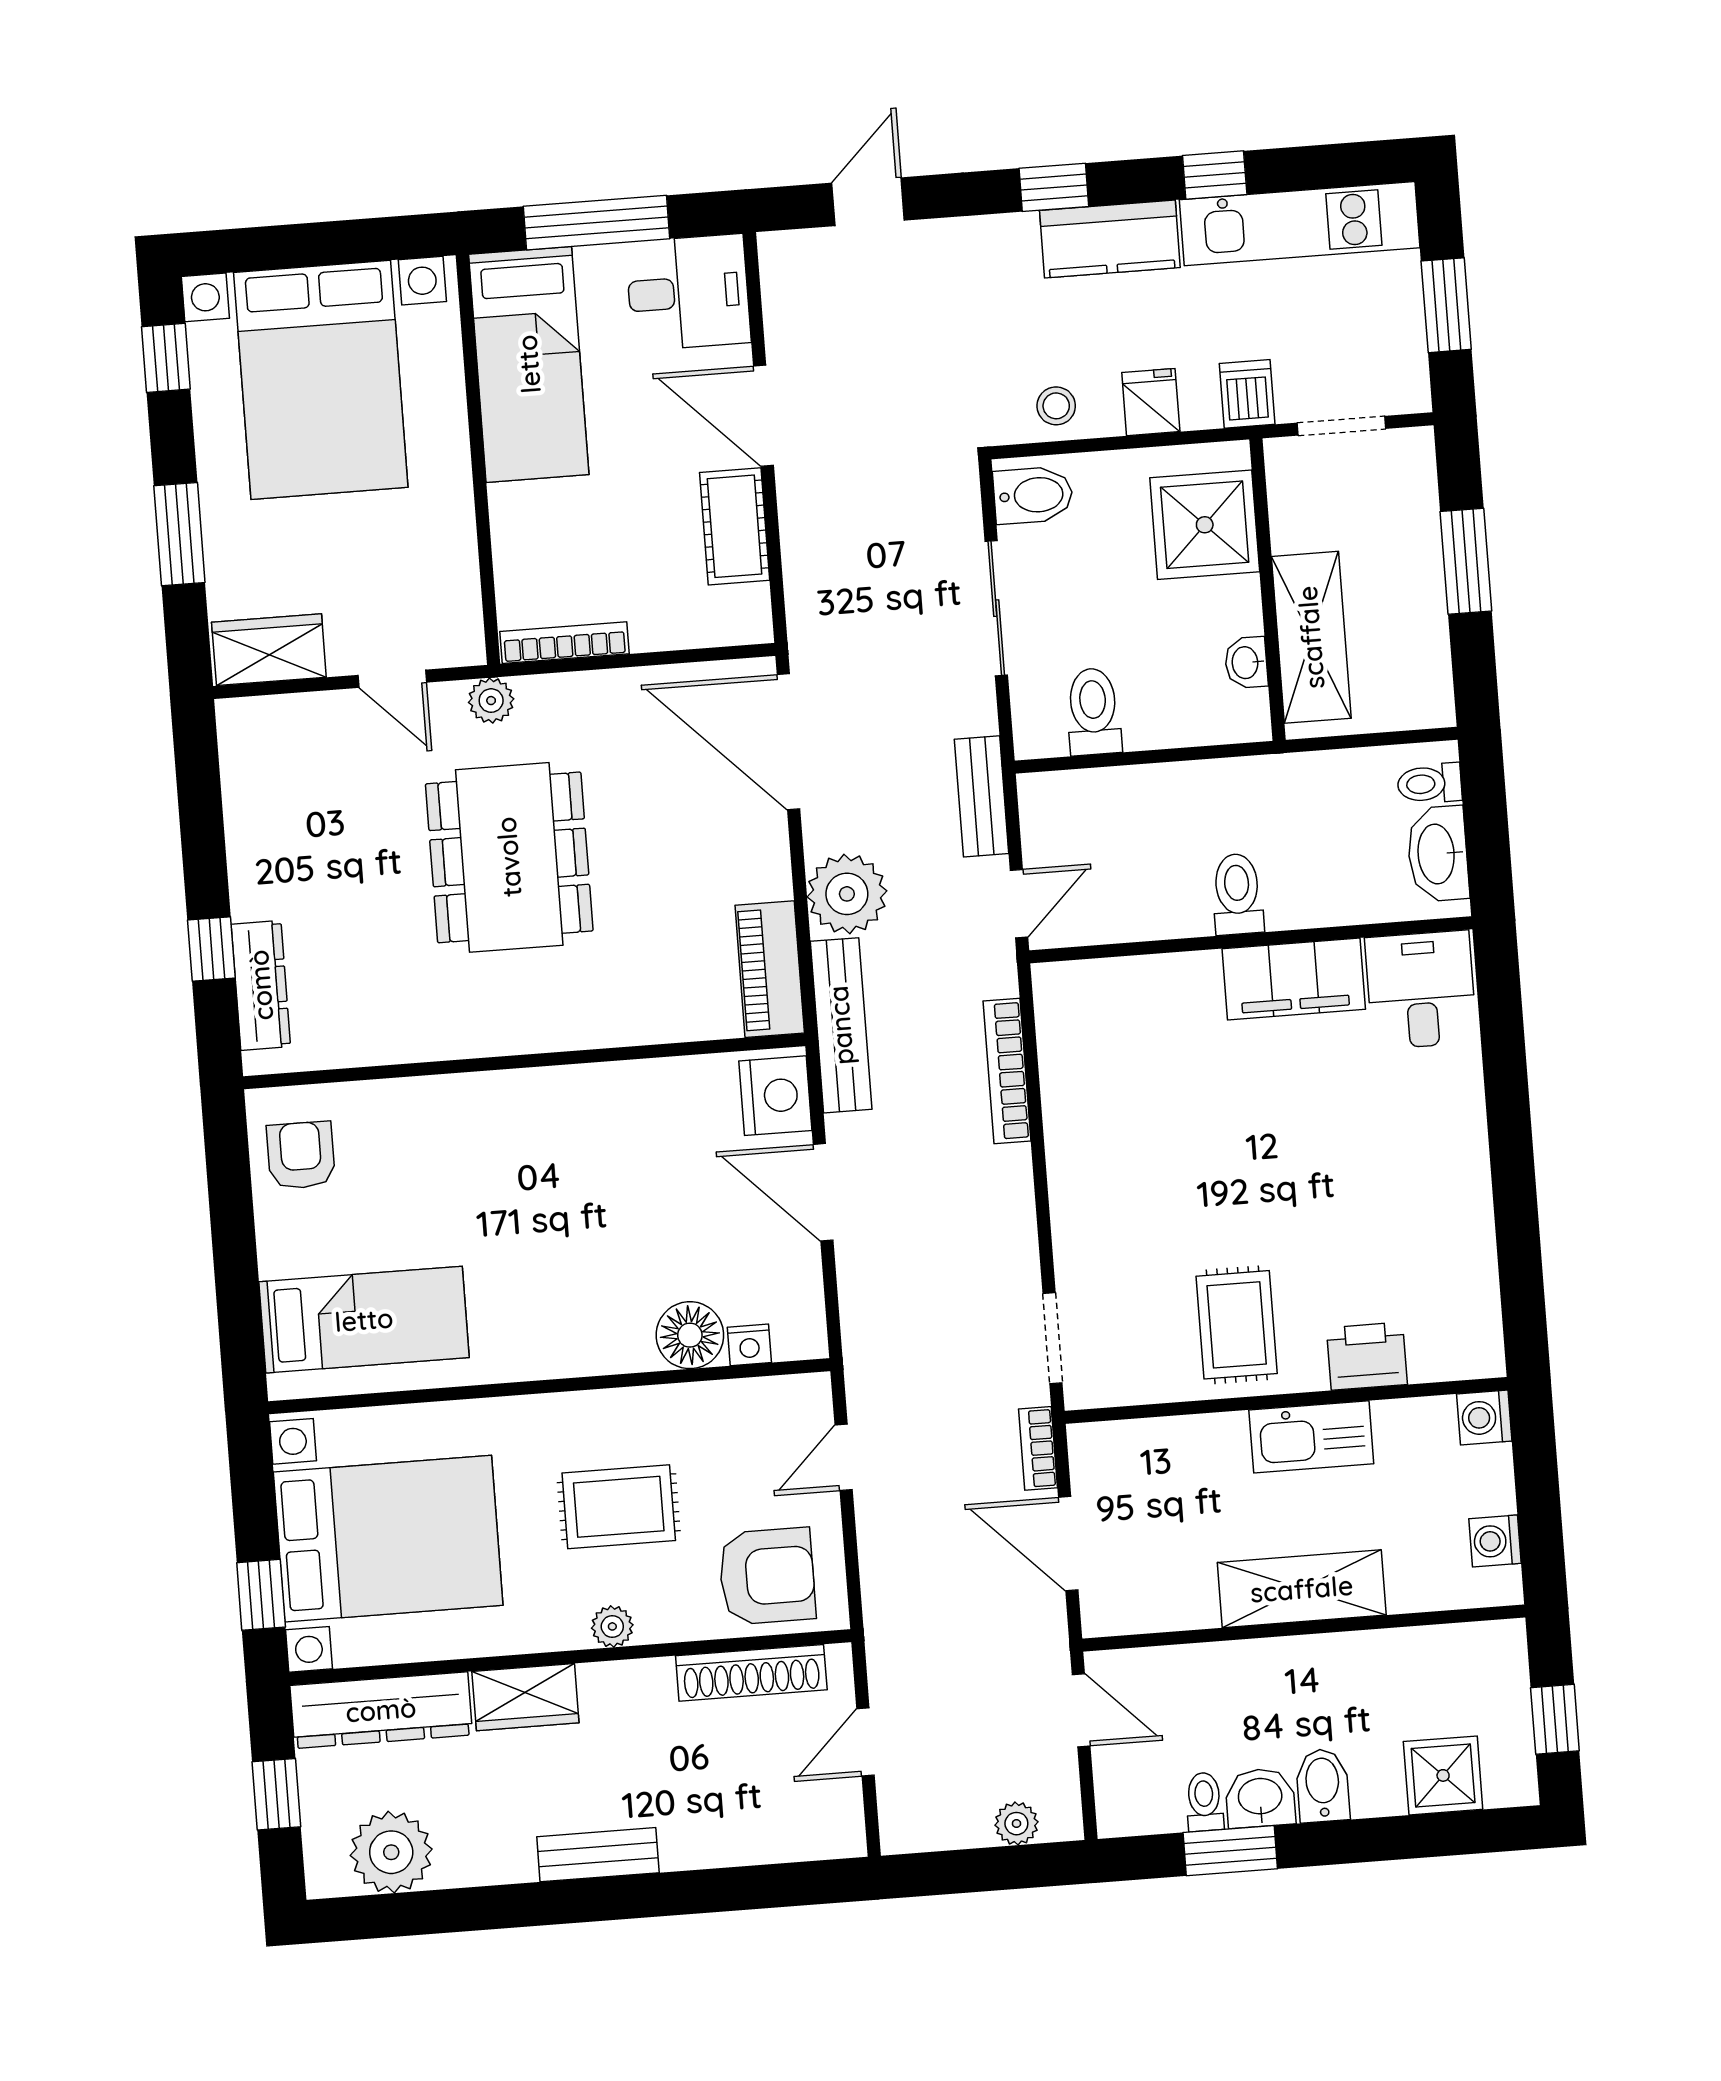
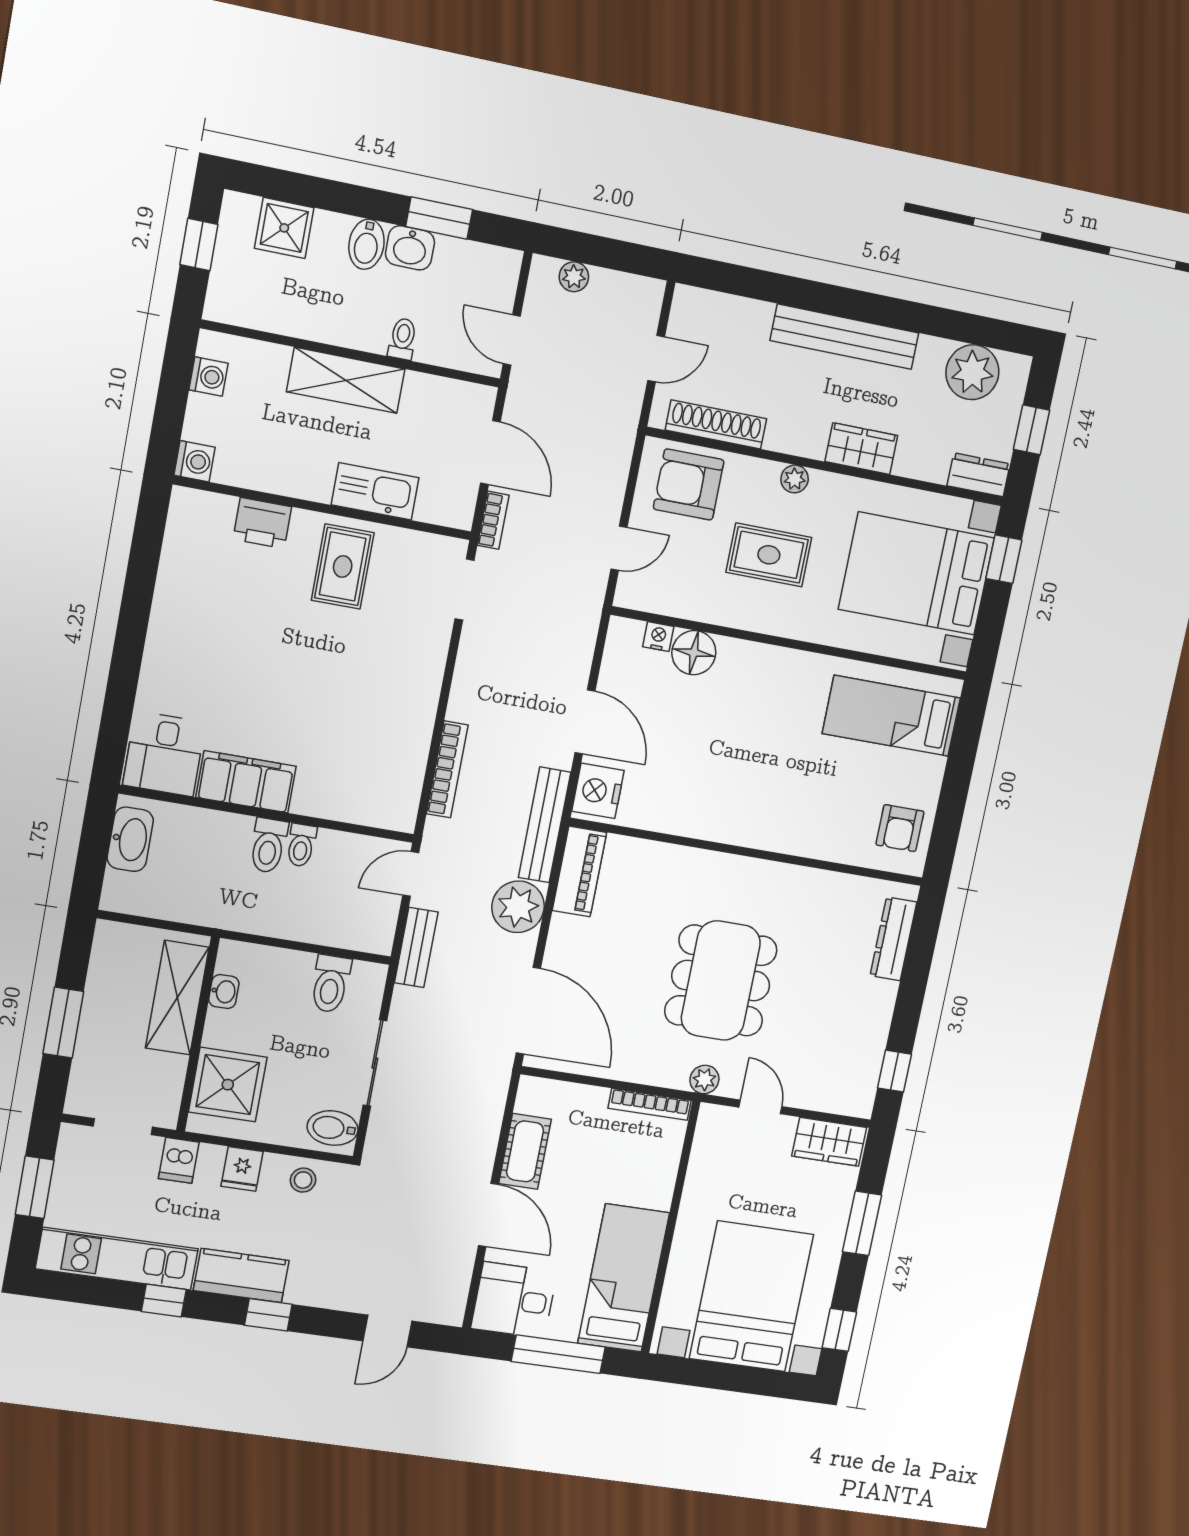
toilet: (1430, 784) -> (301, 845), moved, turned 90
window: (211, 949) -> (895, 1071), moved
kitchen sink: (1311, 1437) -> (375, 491), moved
dresser: (381, 1710) -> (979, 475), width x0.51, depth x0.80
toilet: (1204, 1802) -> (403, 339), moved, turned 180
bench: (598, 1855) -> (845, 337), width x1.86, depth x1.21

